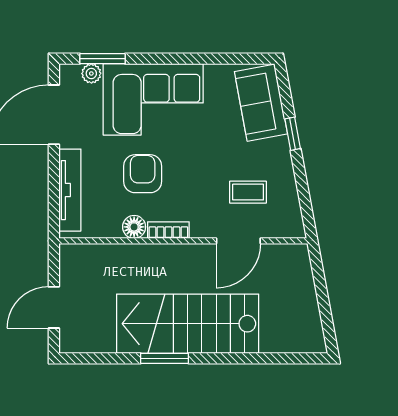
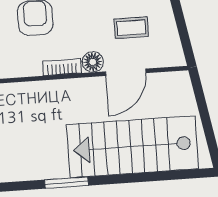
floor lamp: (134, 227) -> (93, 62), moved
stairs: (188, 324) -> (132, 147), moved

